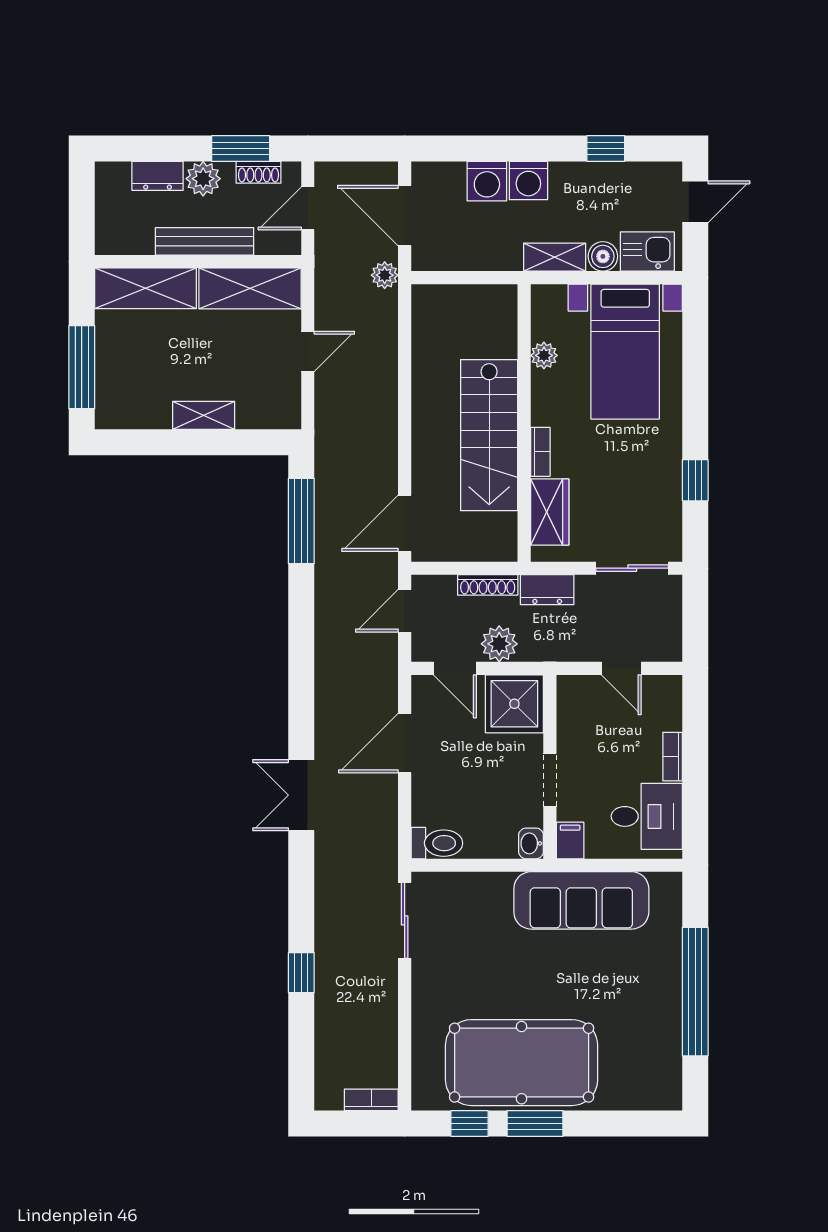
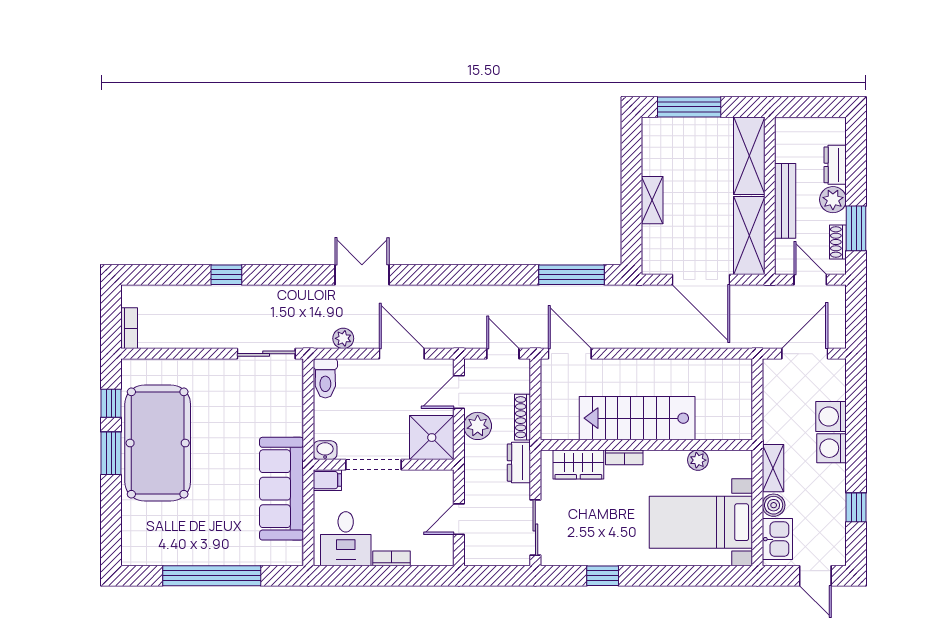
plant: (385, 275) -> (343, 338), moved
door: (308, 351) -> (701, 280), width x1.87
doorway: (550, 780) -> (373, 465), width x1.38

